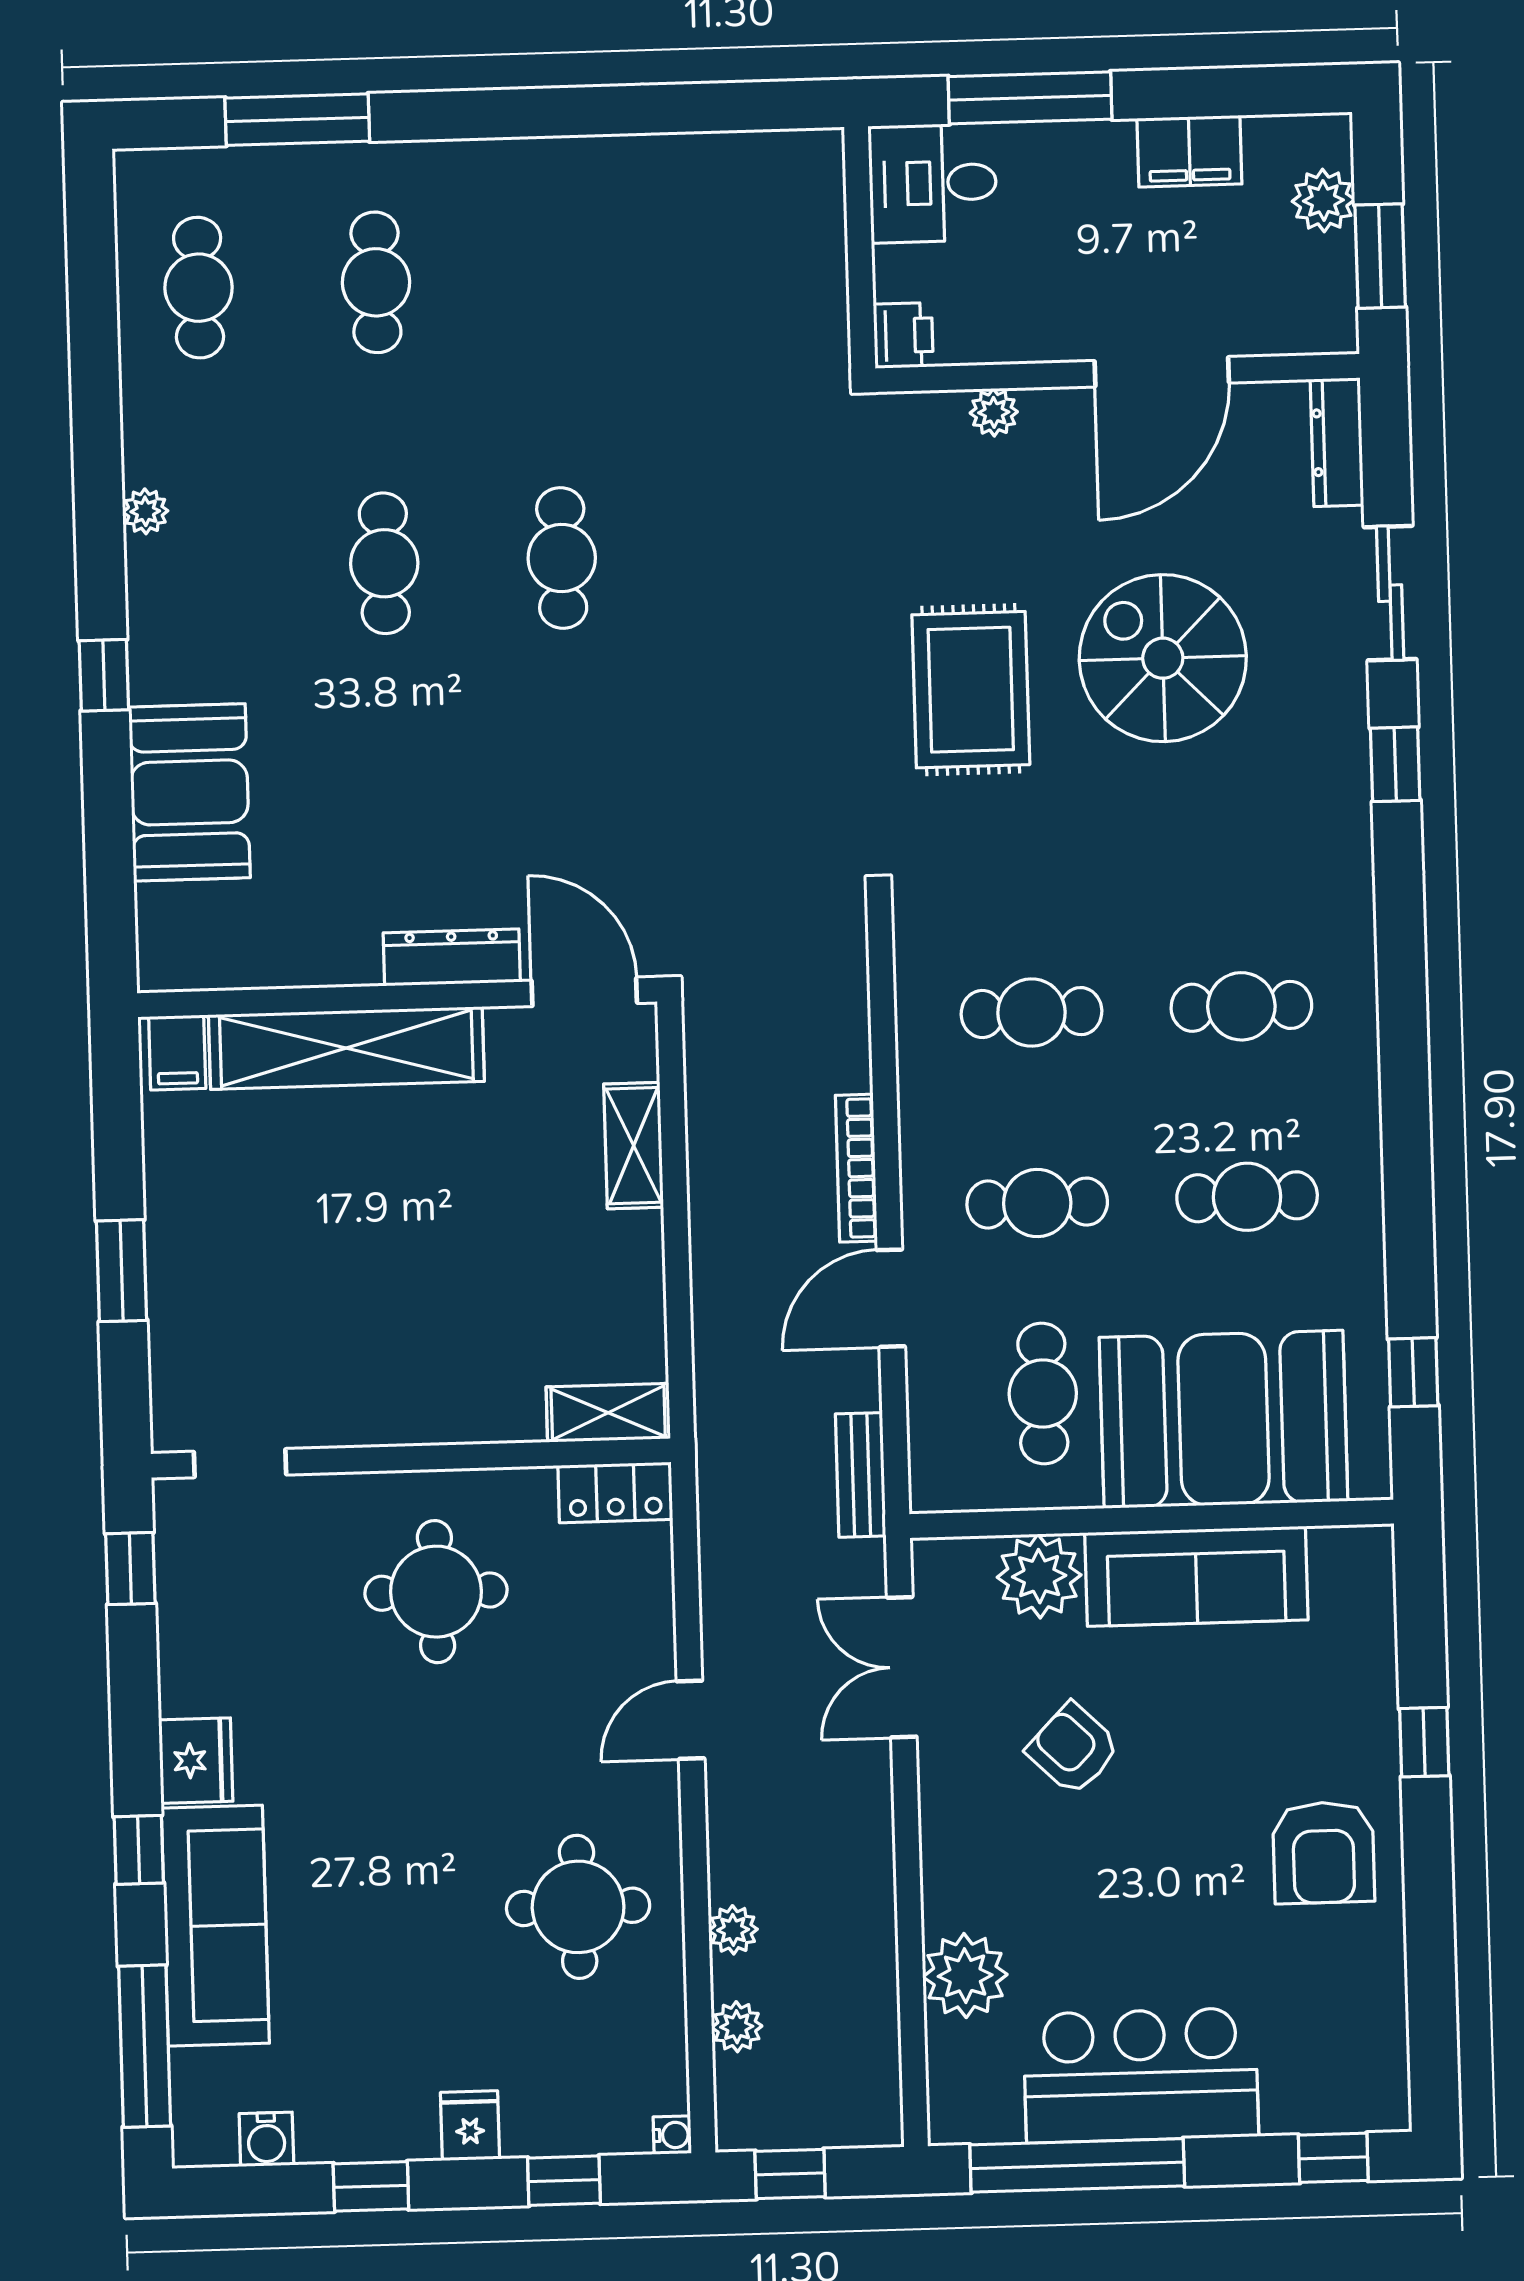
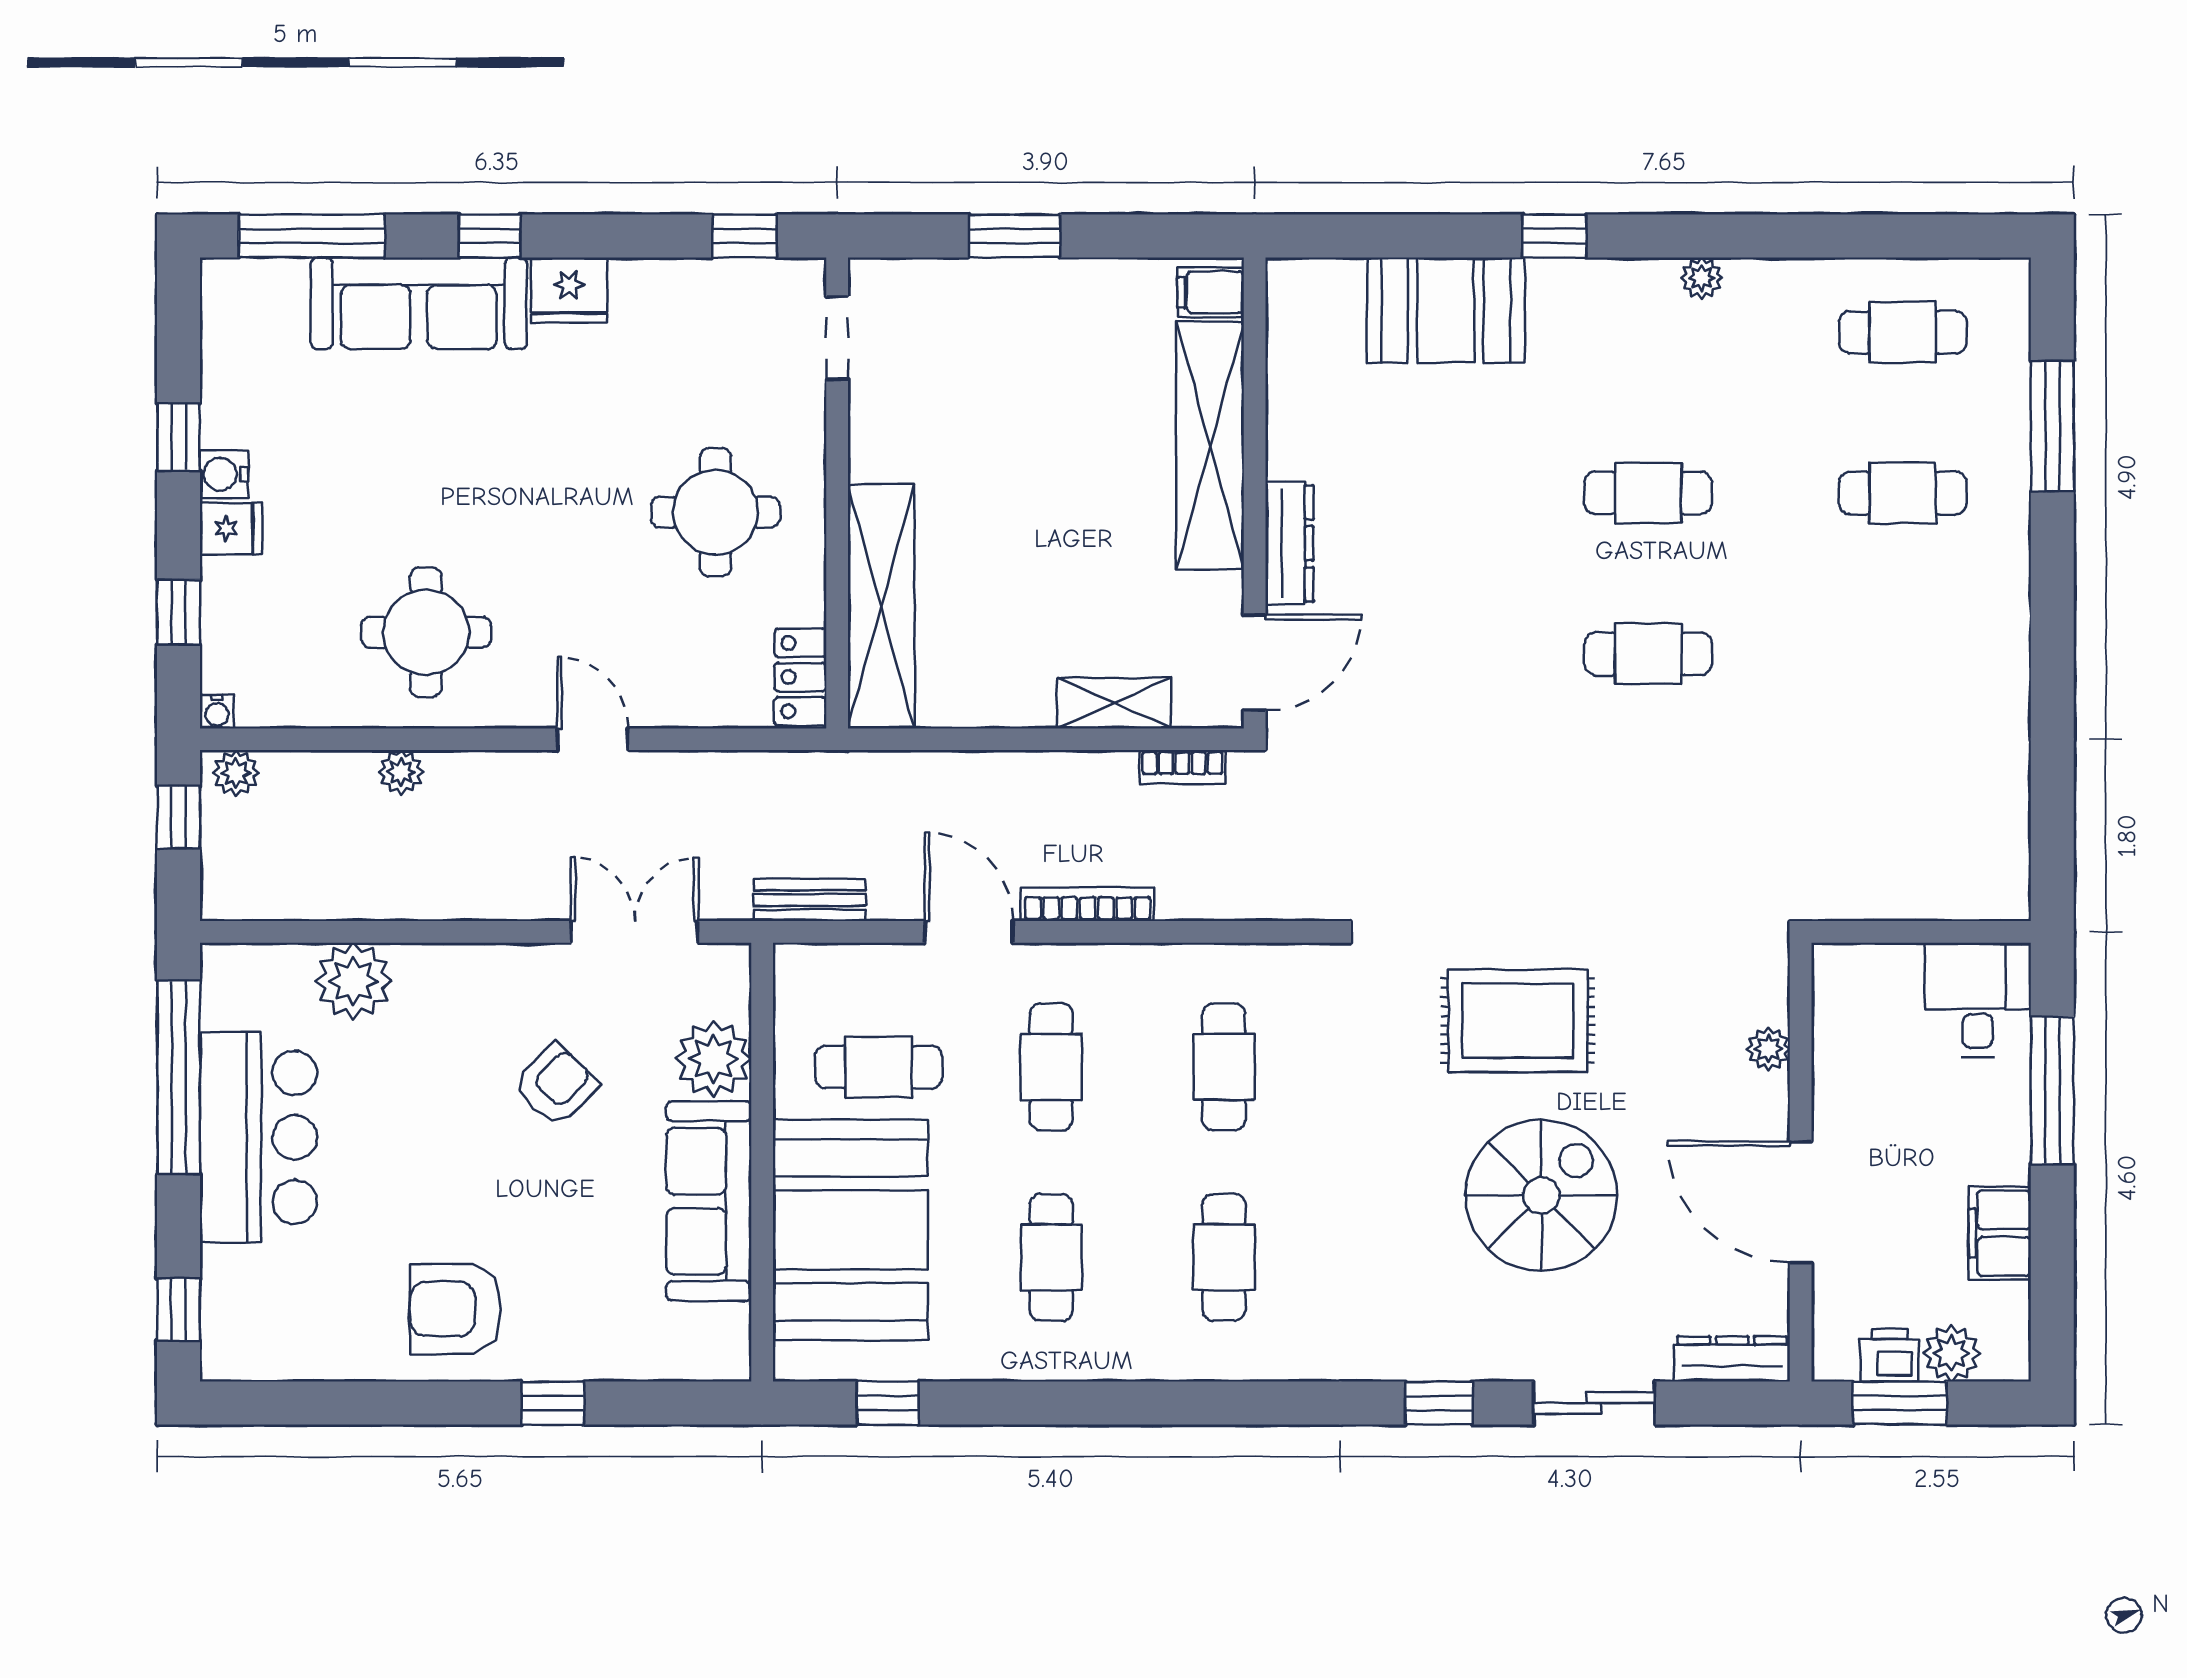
printer: (903, 335) -> (1890, 1355), moved, turned 180
bookcase: (702, 1068) -> (1182, 767), added
shelving: (608, 1413) -> (881, 606), width x2.20, depth x1.33
plant: (737, 2027) -> (236, 773), moved
water cooler: (266, 2139) -> (224, 474), moved

